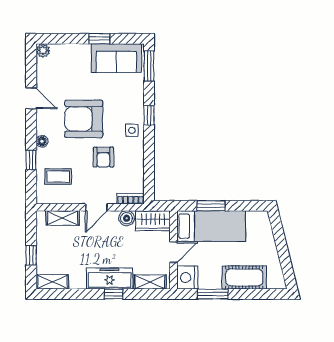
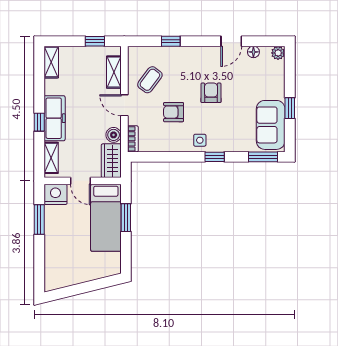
armchair: (84, 119) -> (211, 93), width x0.53, depth x0.53
floor lamp: (42, 141) -> (253, 52), moved
coffee table: (58, 176) -> (150, 80), moved, turned 37
window: (31, 255) -> (95, 41), moved
cot: (244, 277) -> (56, 250), removed

